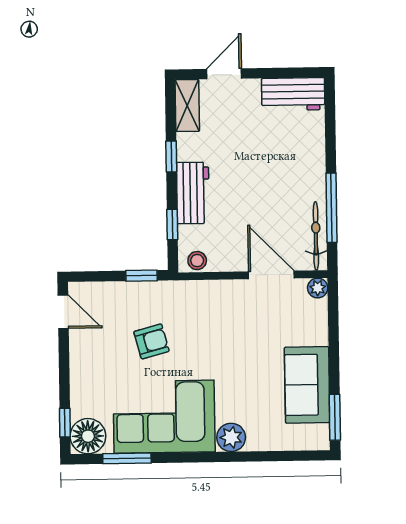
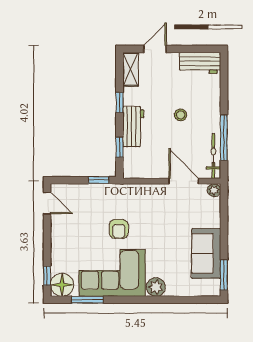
stool: (197, 261) -> (181, 115), moved
armchair: (151, 341) -> (119, 229), moved, turned 105

